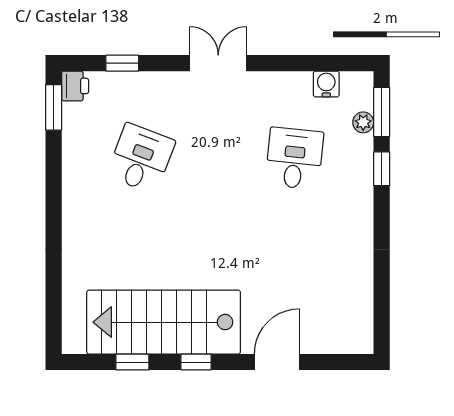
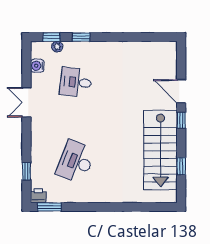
double door: (218, 63) -> (26, 102), moved
window: (382, 112) -> (52, 37), width x0.67
desk: (141, 158) -> (76, 162), width x1.37
window: (196, 362) -> (181, 120), moved

